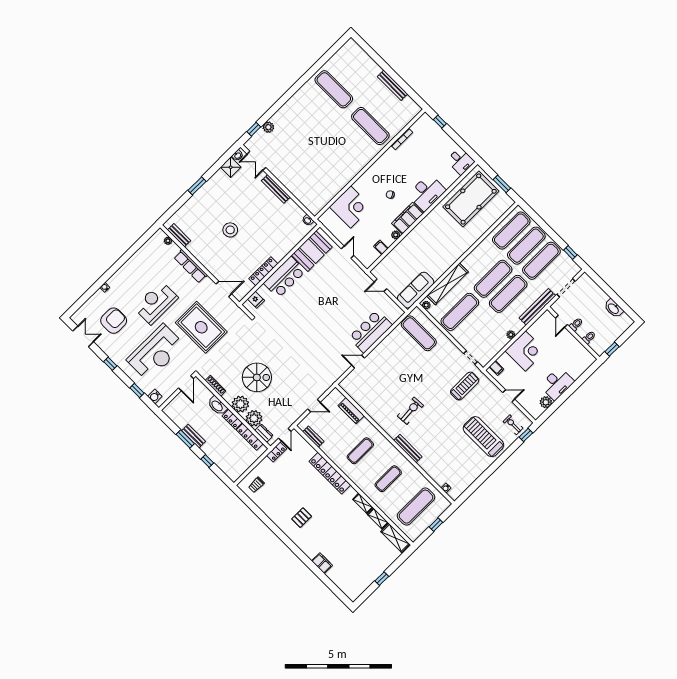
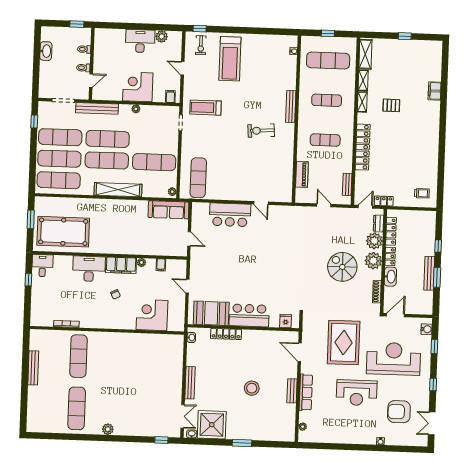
window: (440, 122) -> (28, 280), moved
plant: (268, 127) -> (108, 429), moved
shower: (231, 167) -> (212, 425), width x1.86, depth x1.86
bench: (179, 235) -> (292, 391), moved
door: (347, 252) -> (187, 286), hinge flipped
locker: (263, 271) -> (226, 334), moved
shelving: (447, 284) -> (118, 190), moved
bench: (194, 436) -> (429, 273), width x1.36
pallet: (302, 518) -> (391, 105), moved

